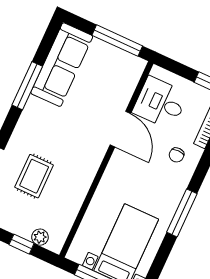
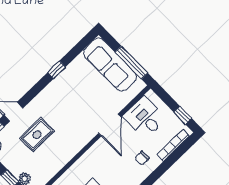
sofa: (62, 65) -> (110, 65), moved, turned 90
window: (27, 86) -> (57, 70), width x0.46

